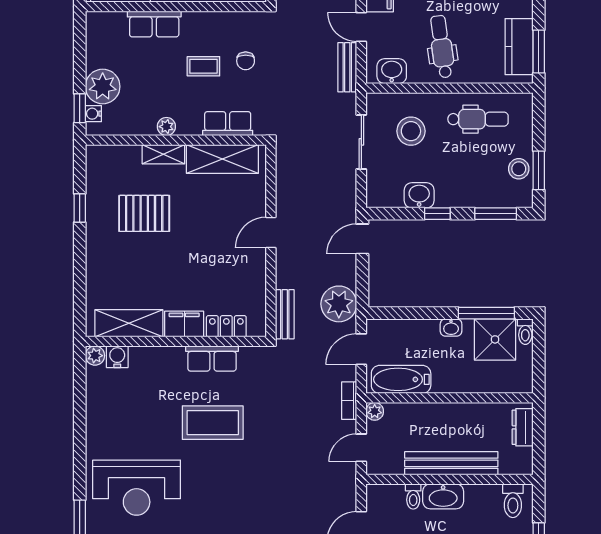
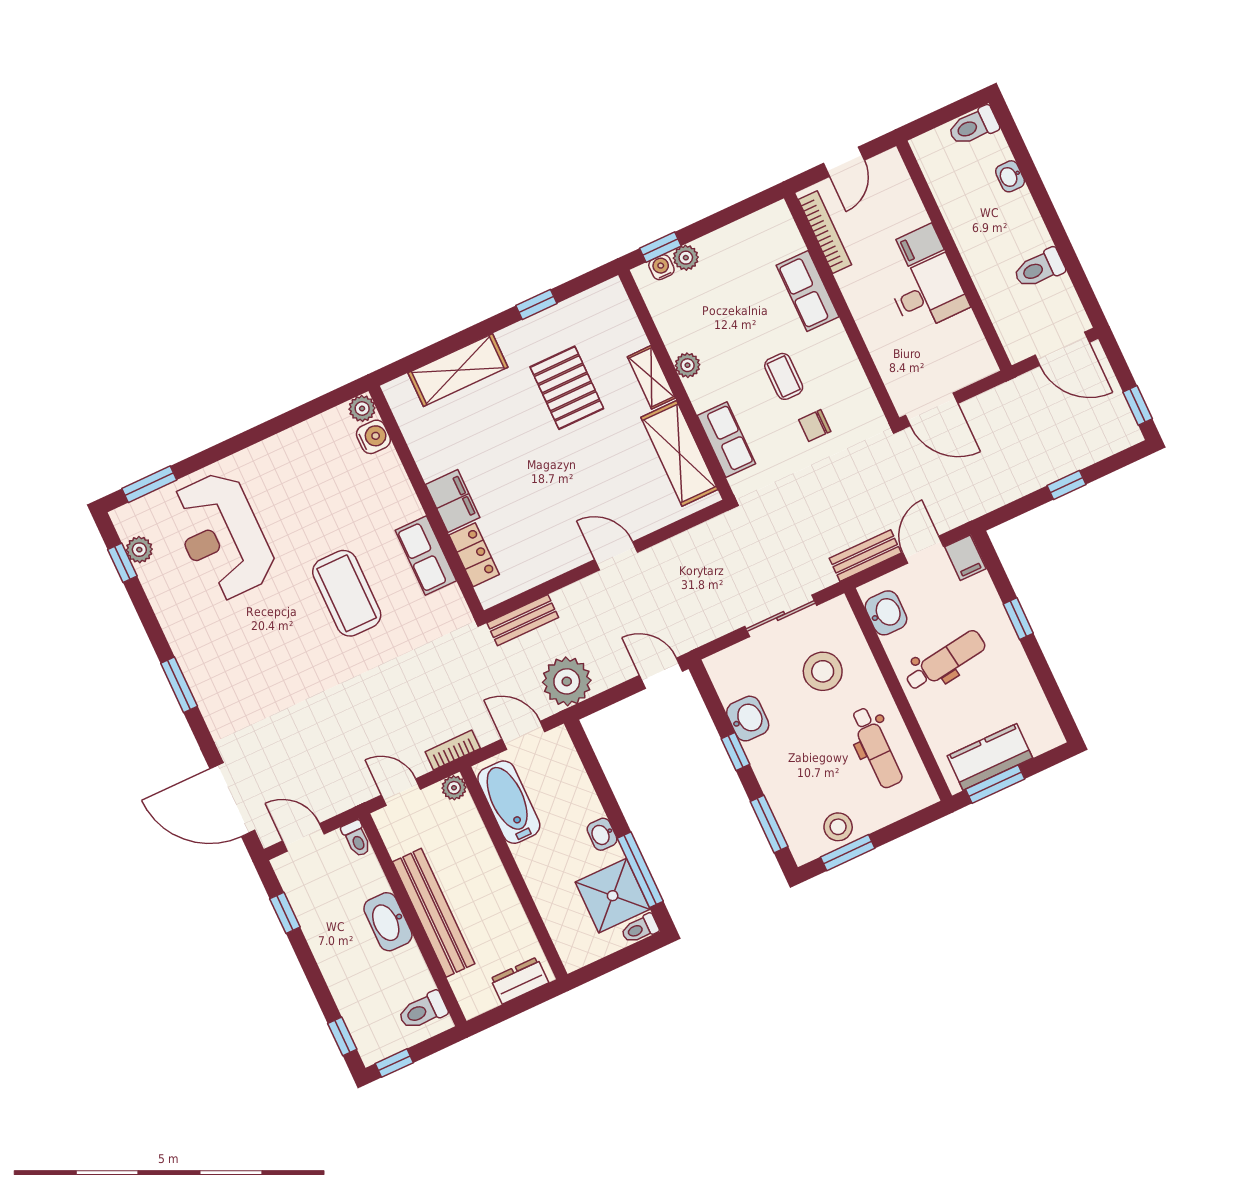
plant: (103, 86) -> (686, 258), width x0.53, depth x0.53
shelving: (129, 323) -> (458, 370), moved, turned 90
toilet: (413, 496) -> (356, 839), moved, turned -90

